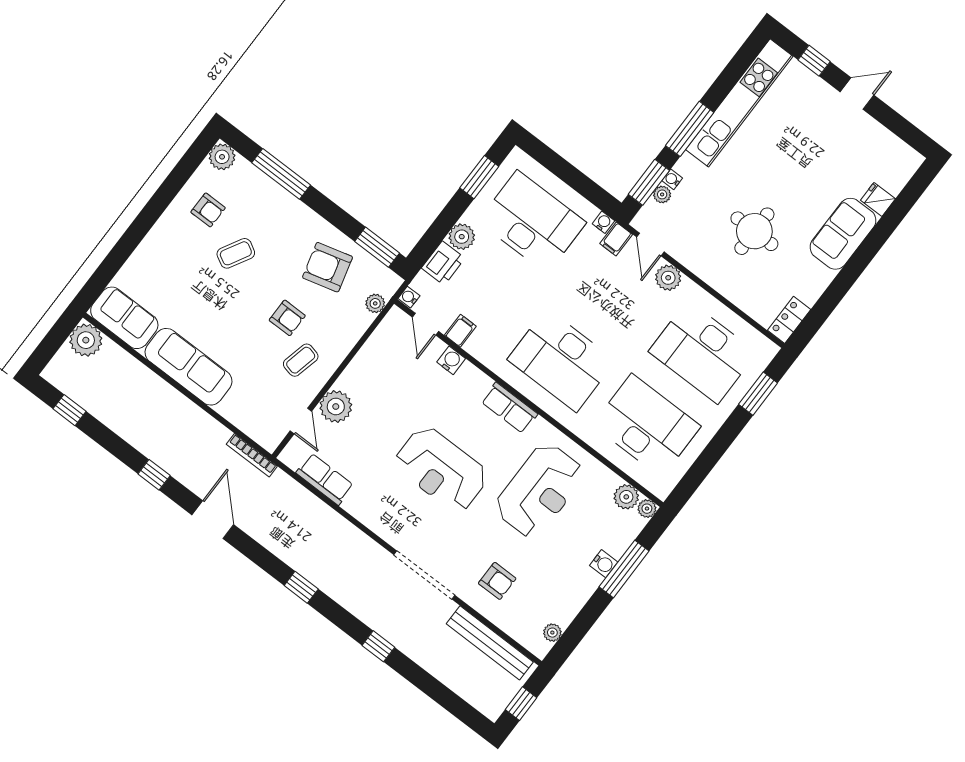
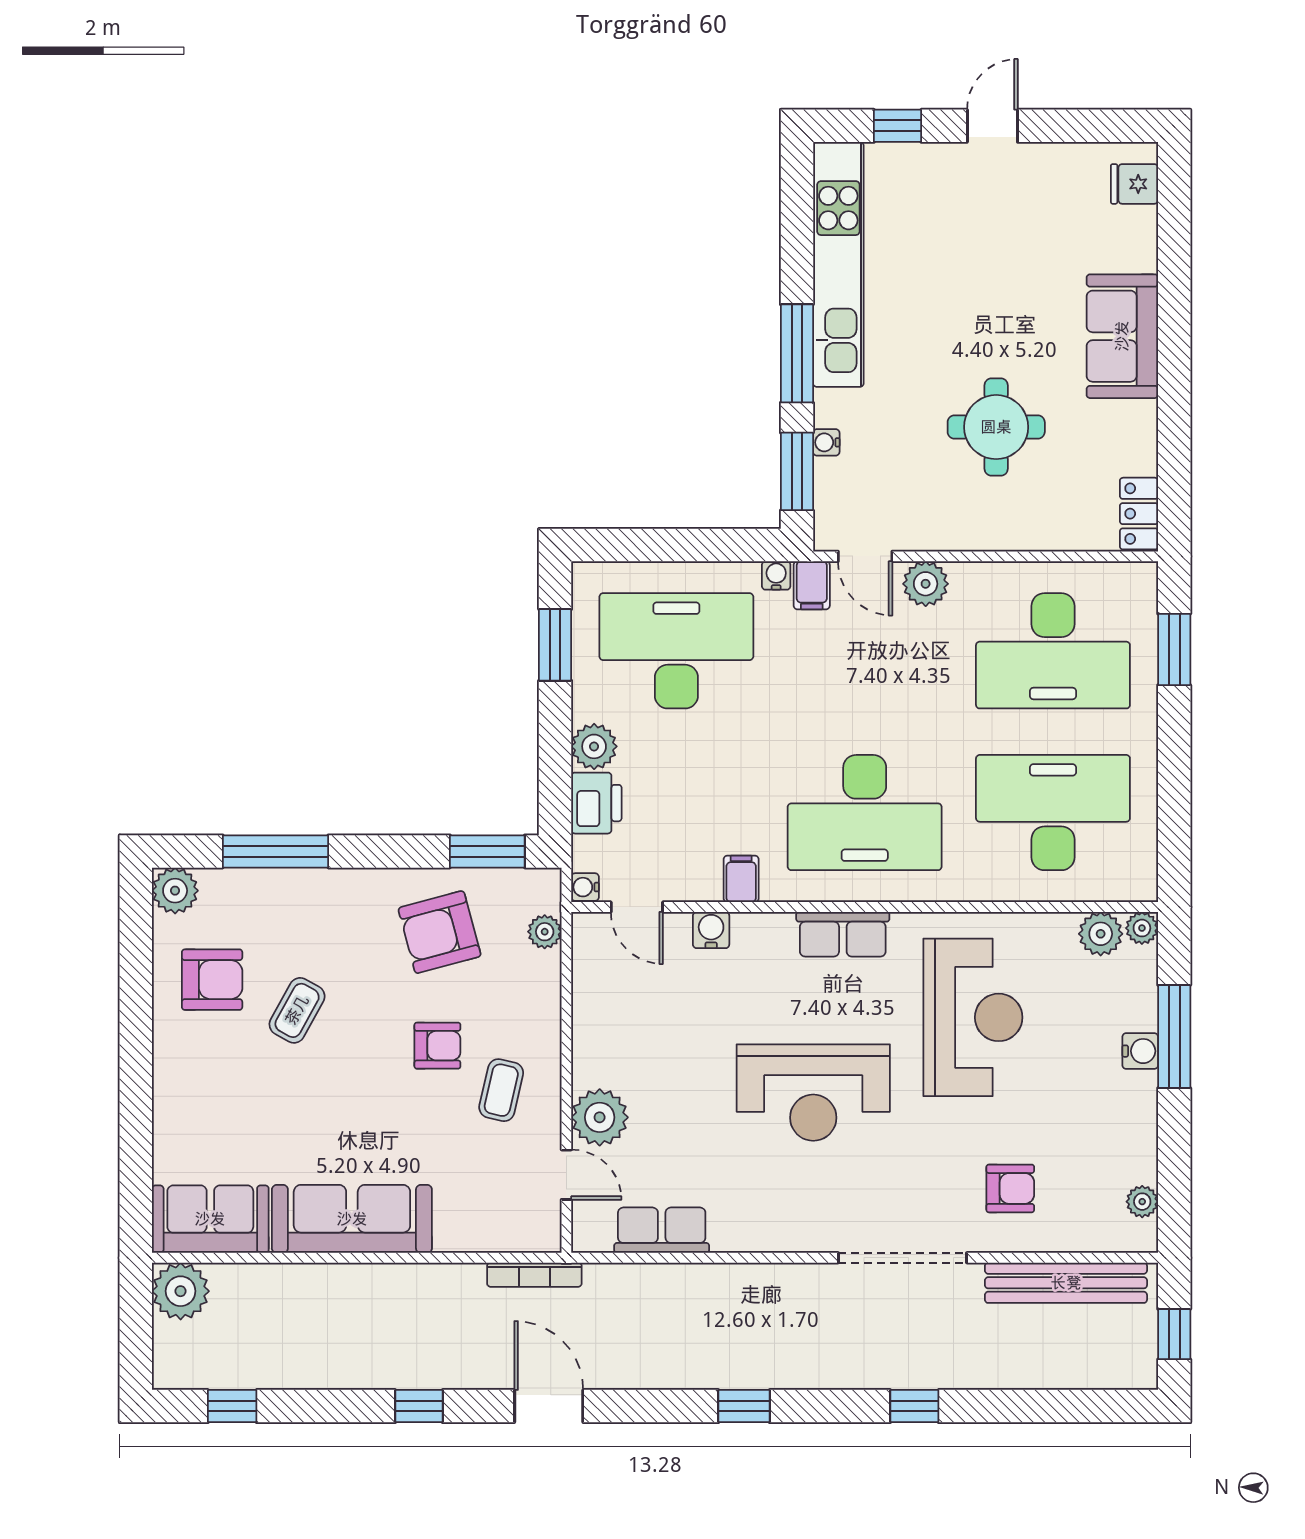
plant: (662, 194) -> (828, 474), removed
fridge: (878, 199) -> (1134, 184), moved
armchair: (208, 210) -> (212, 980), width x1.38, depth x1.38
filing cabinet: (460, 331) -> (741, 879), moved

